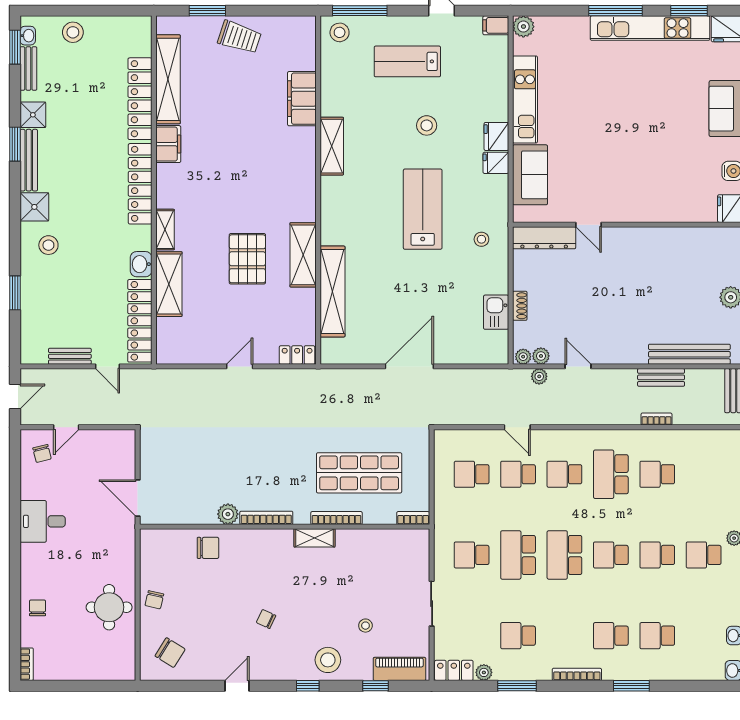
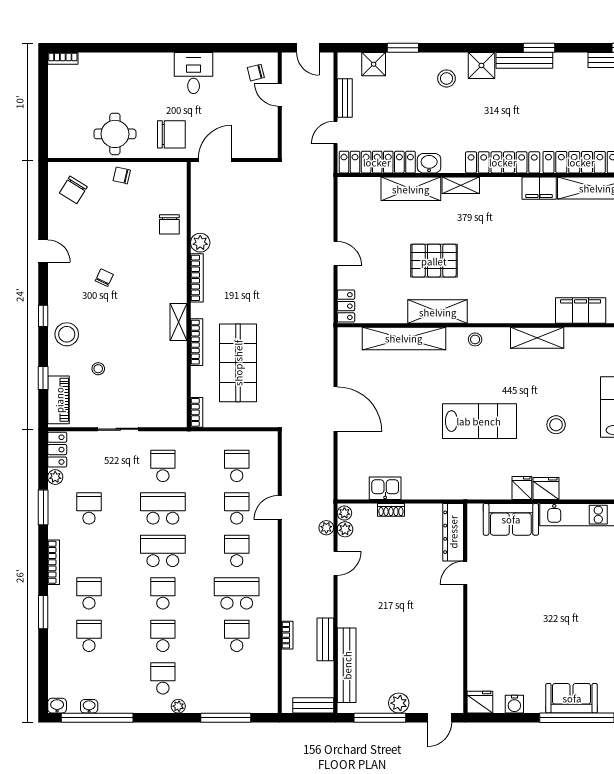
shower: (33, 115) -> (374, 64), moved
stool: (481, 239) -> (475, 339), moved
chair: (38, 608) -> (171, 134), moved, width x1.87, depth x1.87

